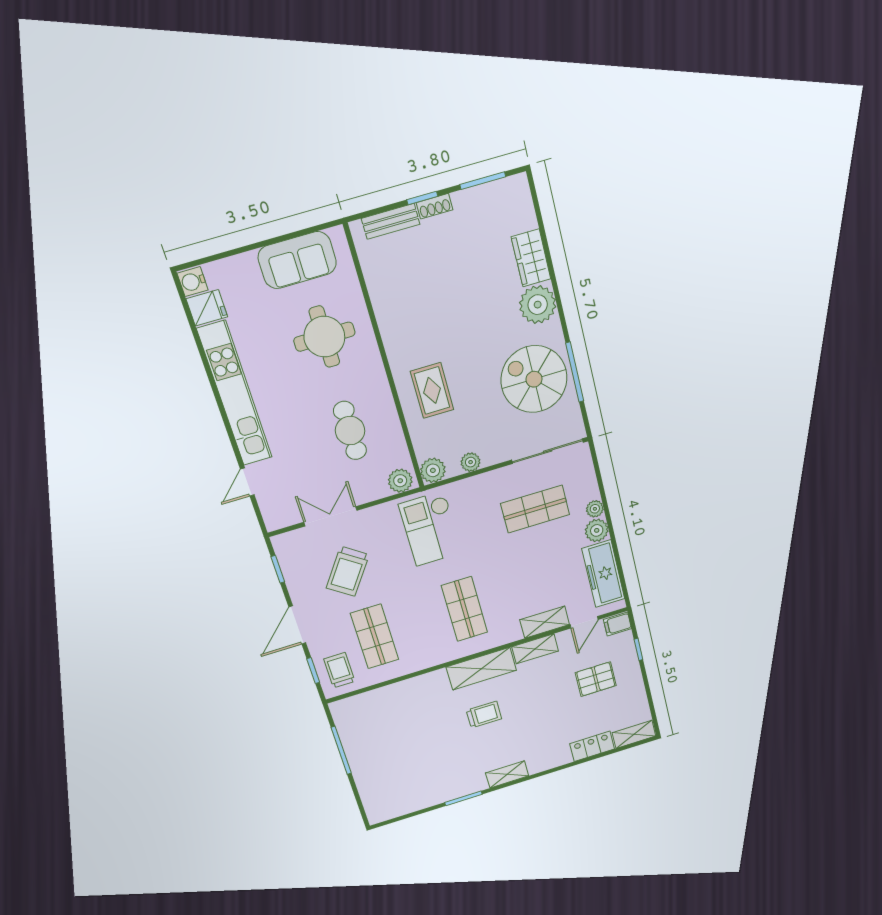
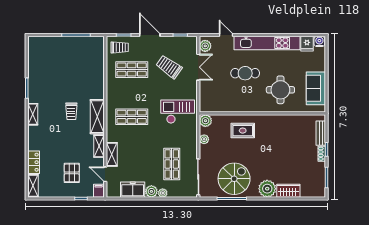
cafe table: (350, 431) -> (245, 73), moved
plant: (400, 481) -> (205, 46), moved
freezer: (603, 574) -> (133, 190), width x0.71

